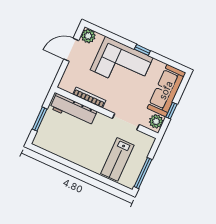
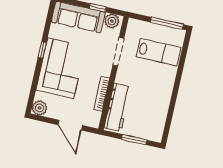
door: (71, 50) -> (70, 125), moved

